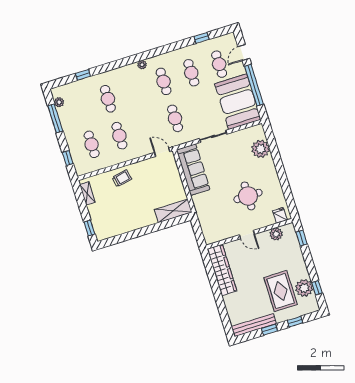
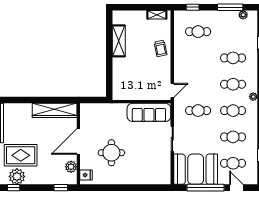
cafe table: (119, 136) -> (233, 84), moved
plant: (261, 149) -> (149, 176), removed
shelving: (173, 211) -> (119, 41), moved
window: (89, 228) -> (126, 7), removed
door: (247, 235) -> (78, 141), width x1.88

